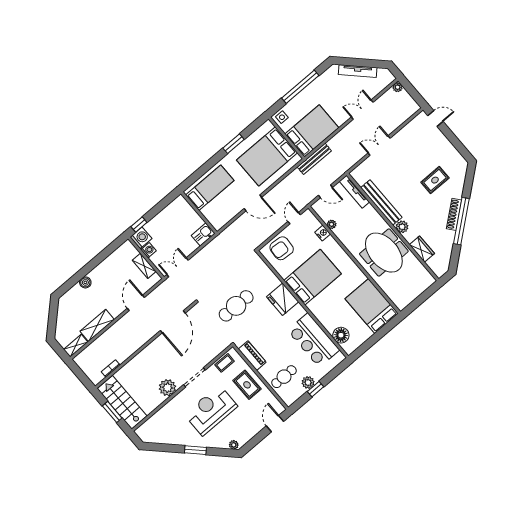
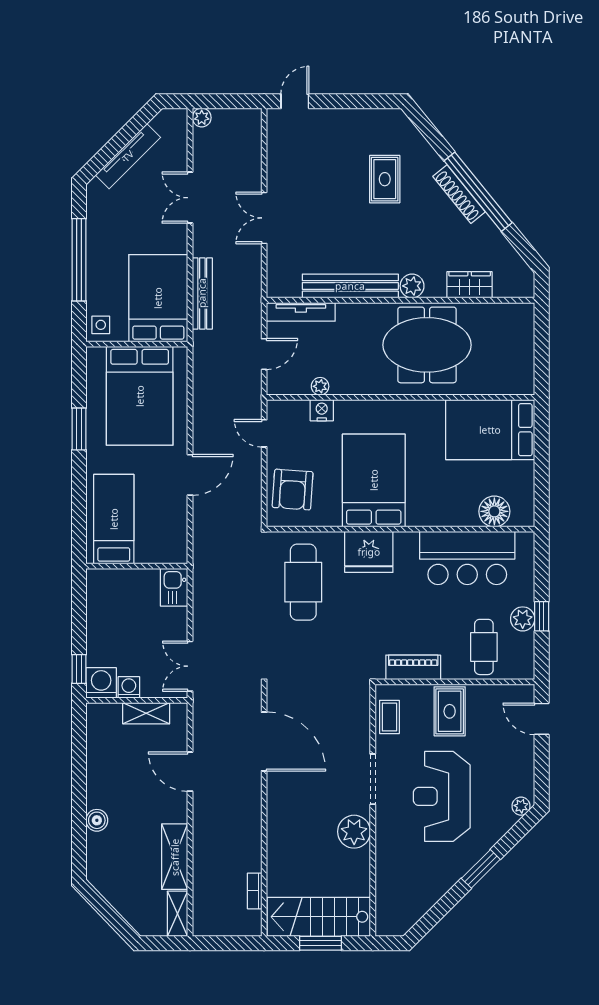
bench: (314, 159) -> (202, 293), moved
cafe table: (236, 306) -> (303, 582), moved
rug: (247, 385) -> (450, 711), turned 90

